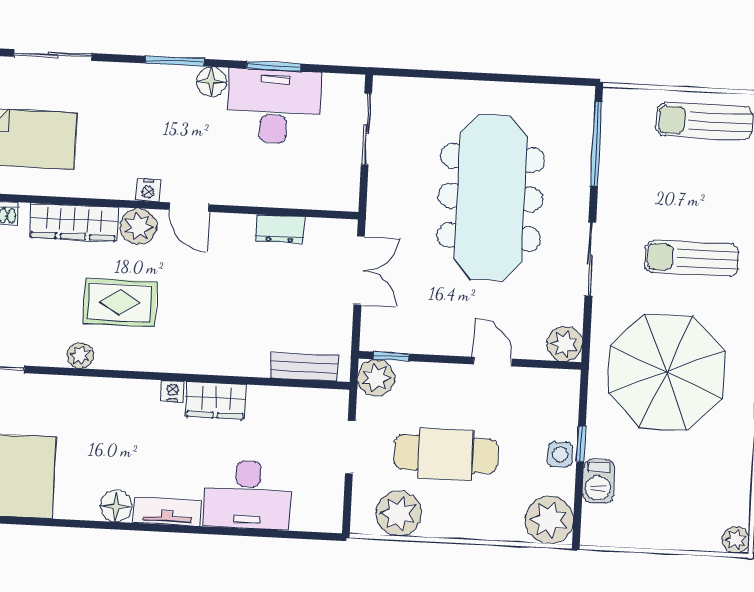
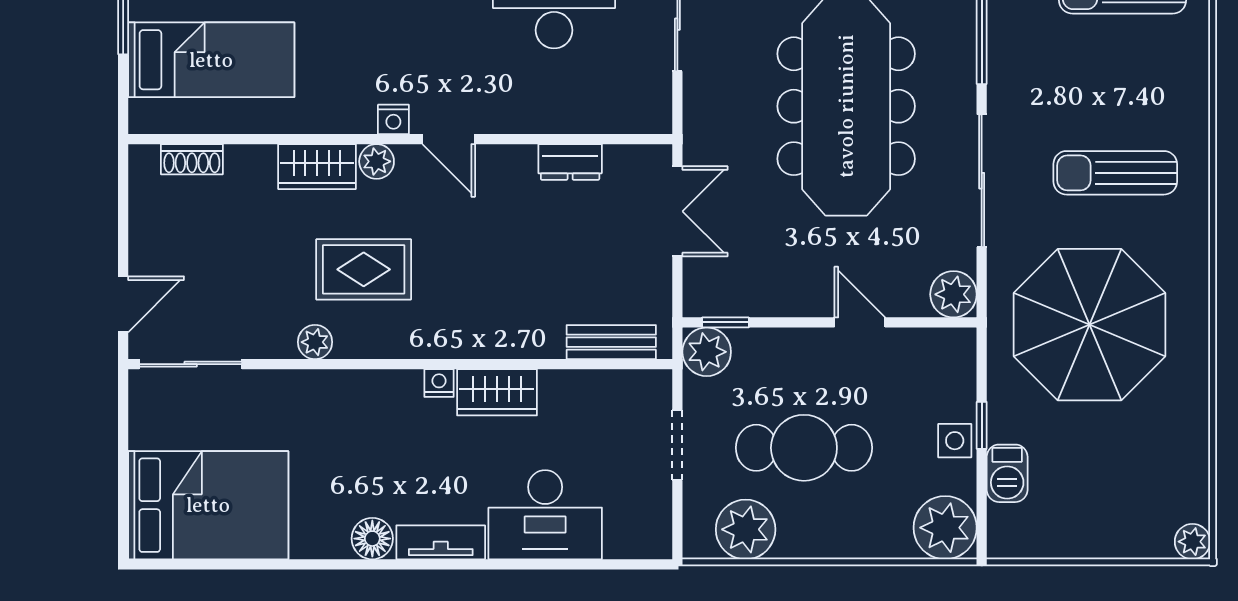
wardrobe: (74, 222) -> (317, 167), width x0.67
plant: (138, 227) -> (377, 161), width x0.73, depth x0.73
sliding door: (590, 259) -> (982, 181), width x1.37

